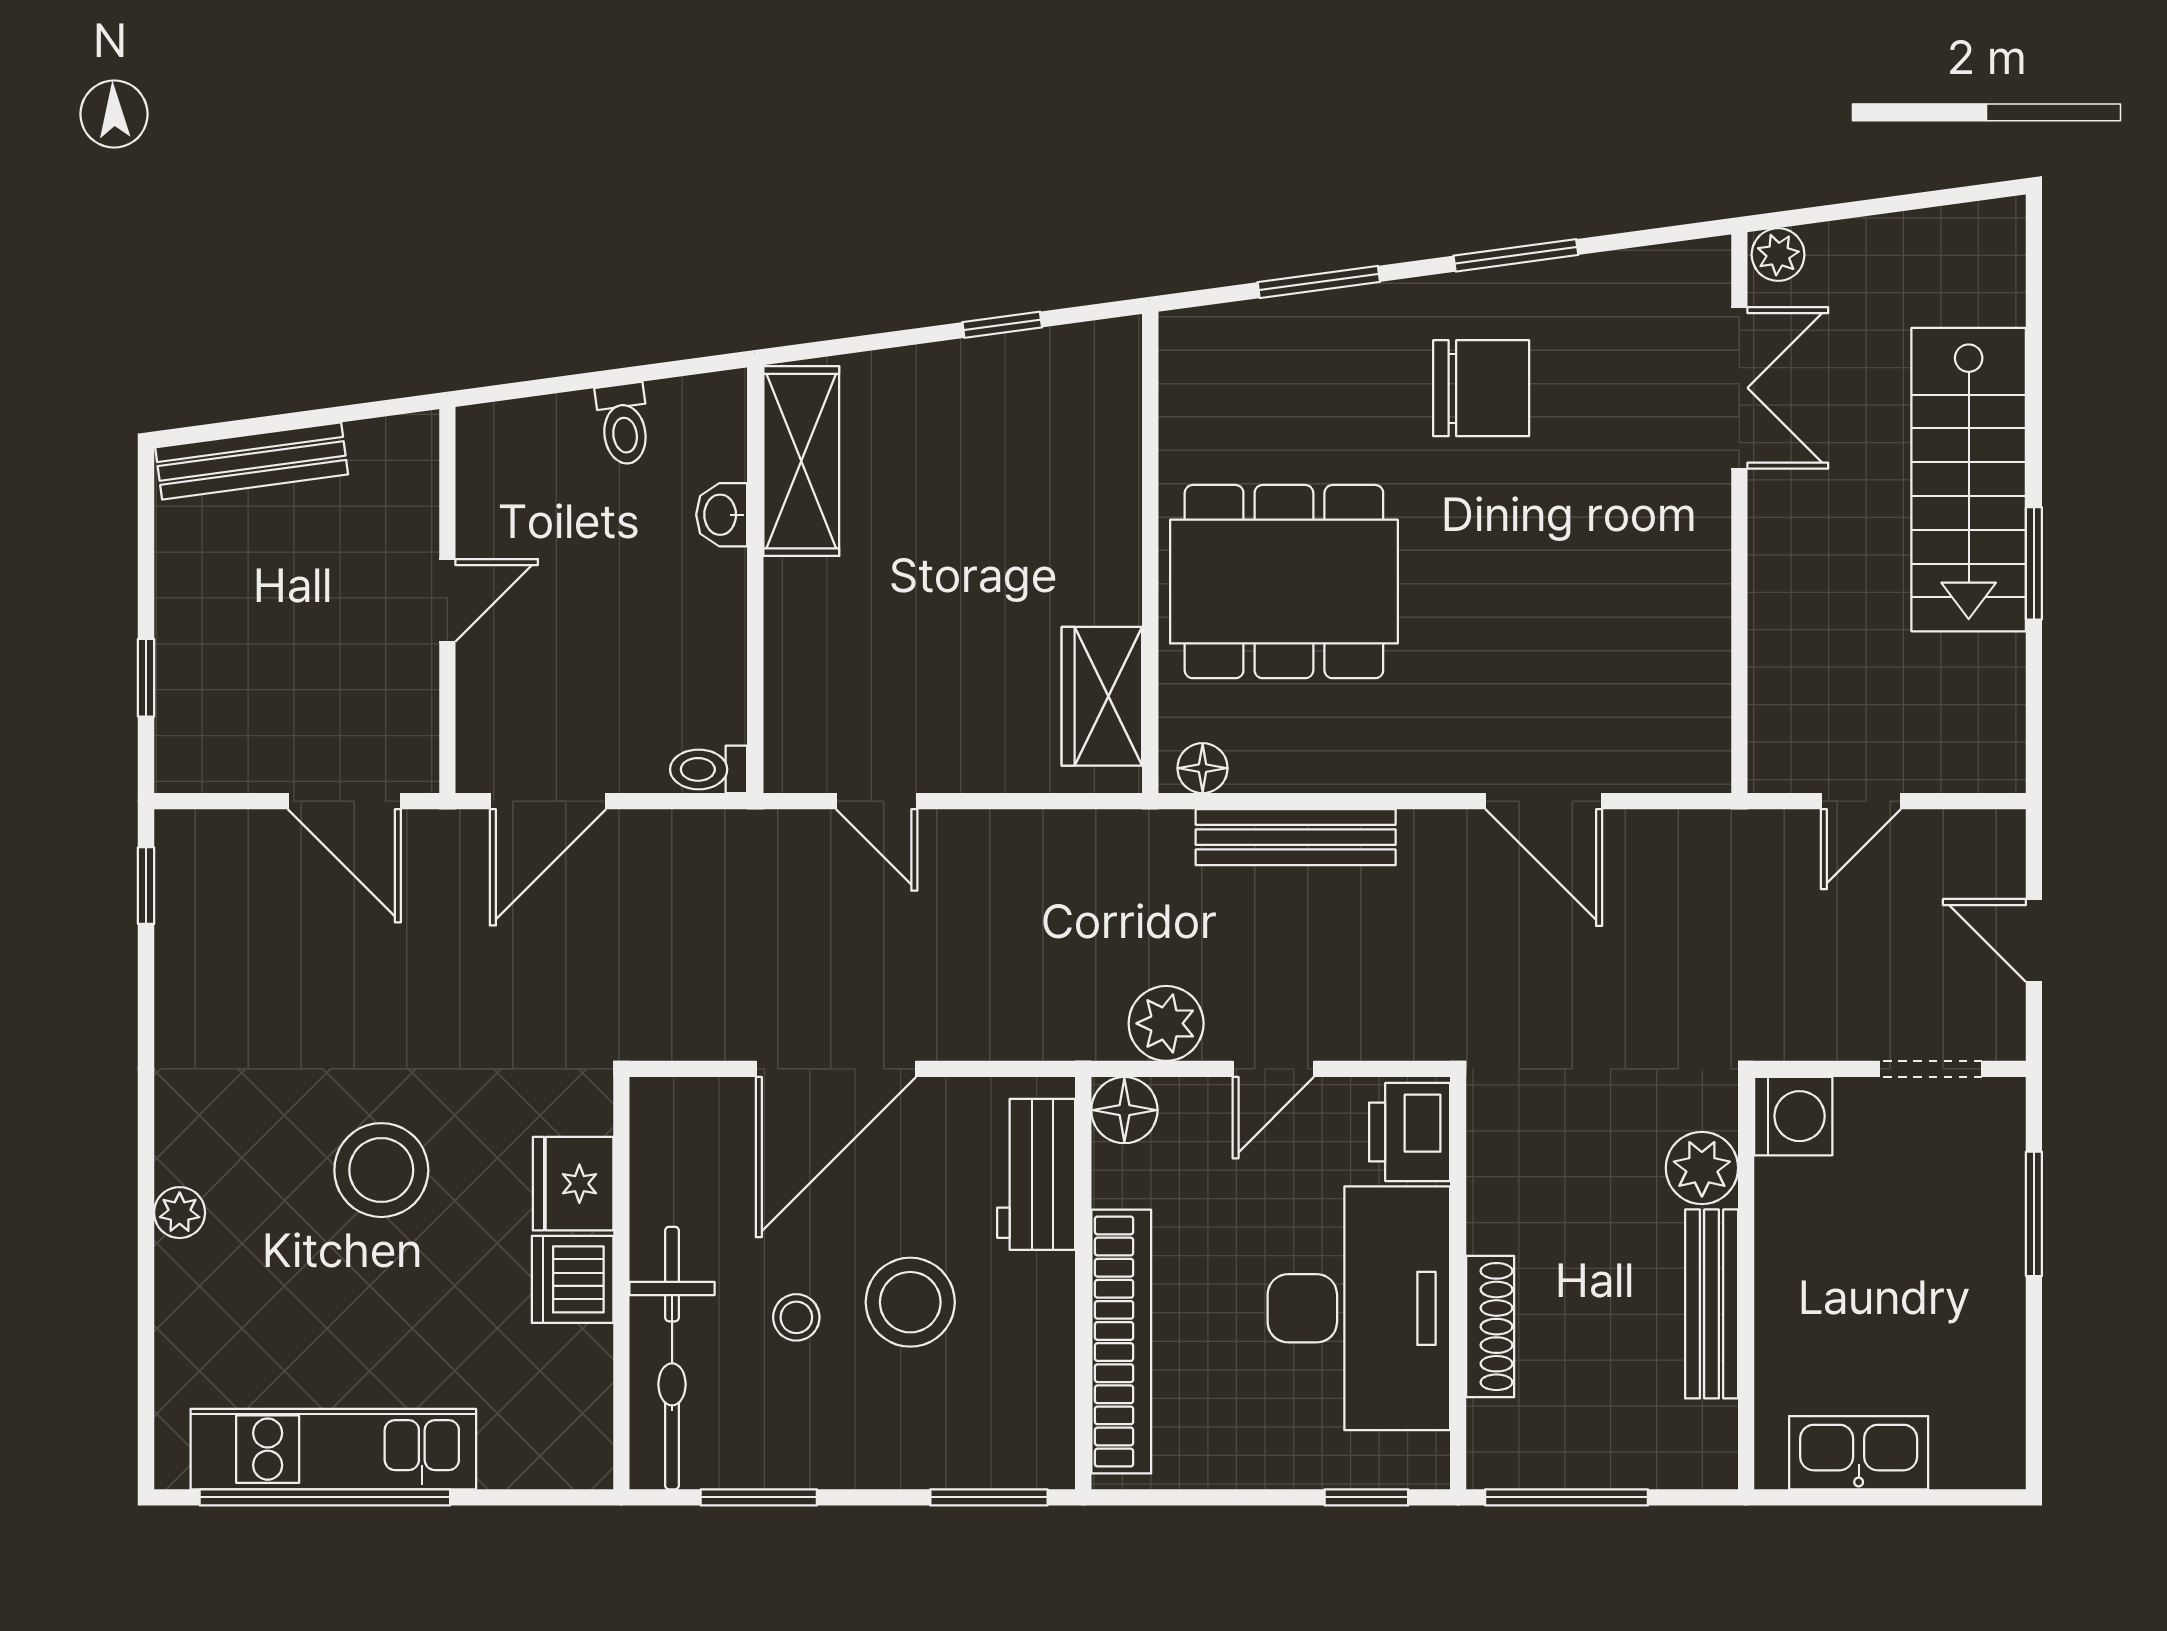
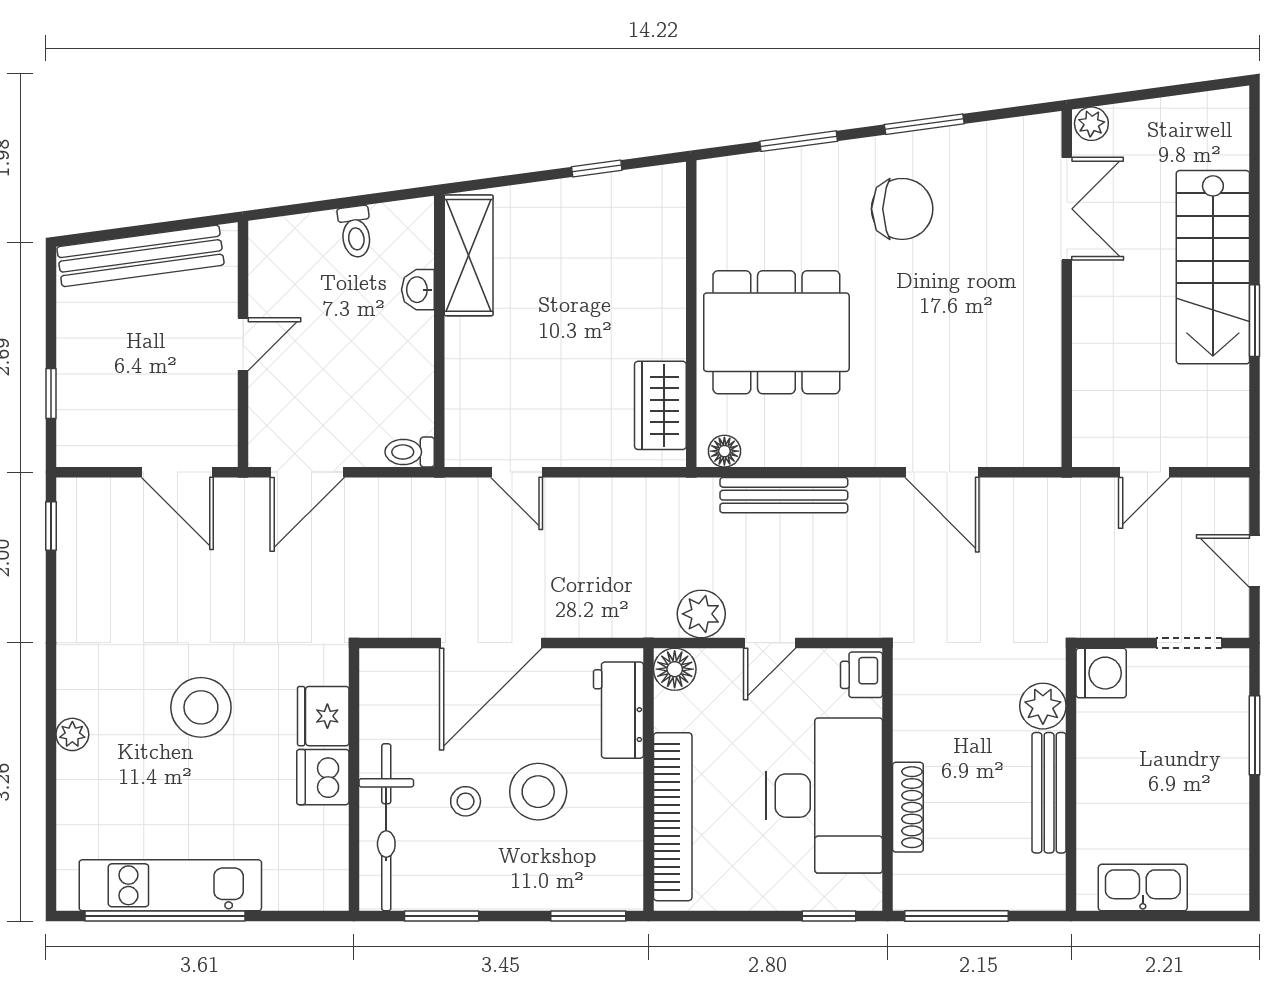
bench: (252, 461) -> (140, 256), width x1.37, depth x1.21
printer: (1410, 1132) -> (862, 675), width x0.73, depth x0.81

